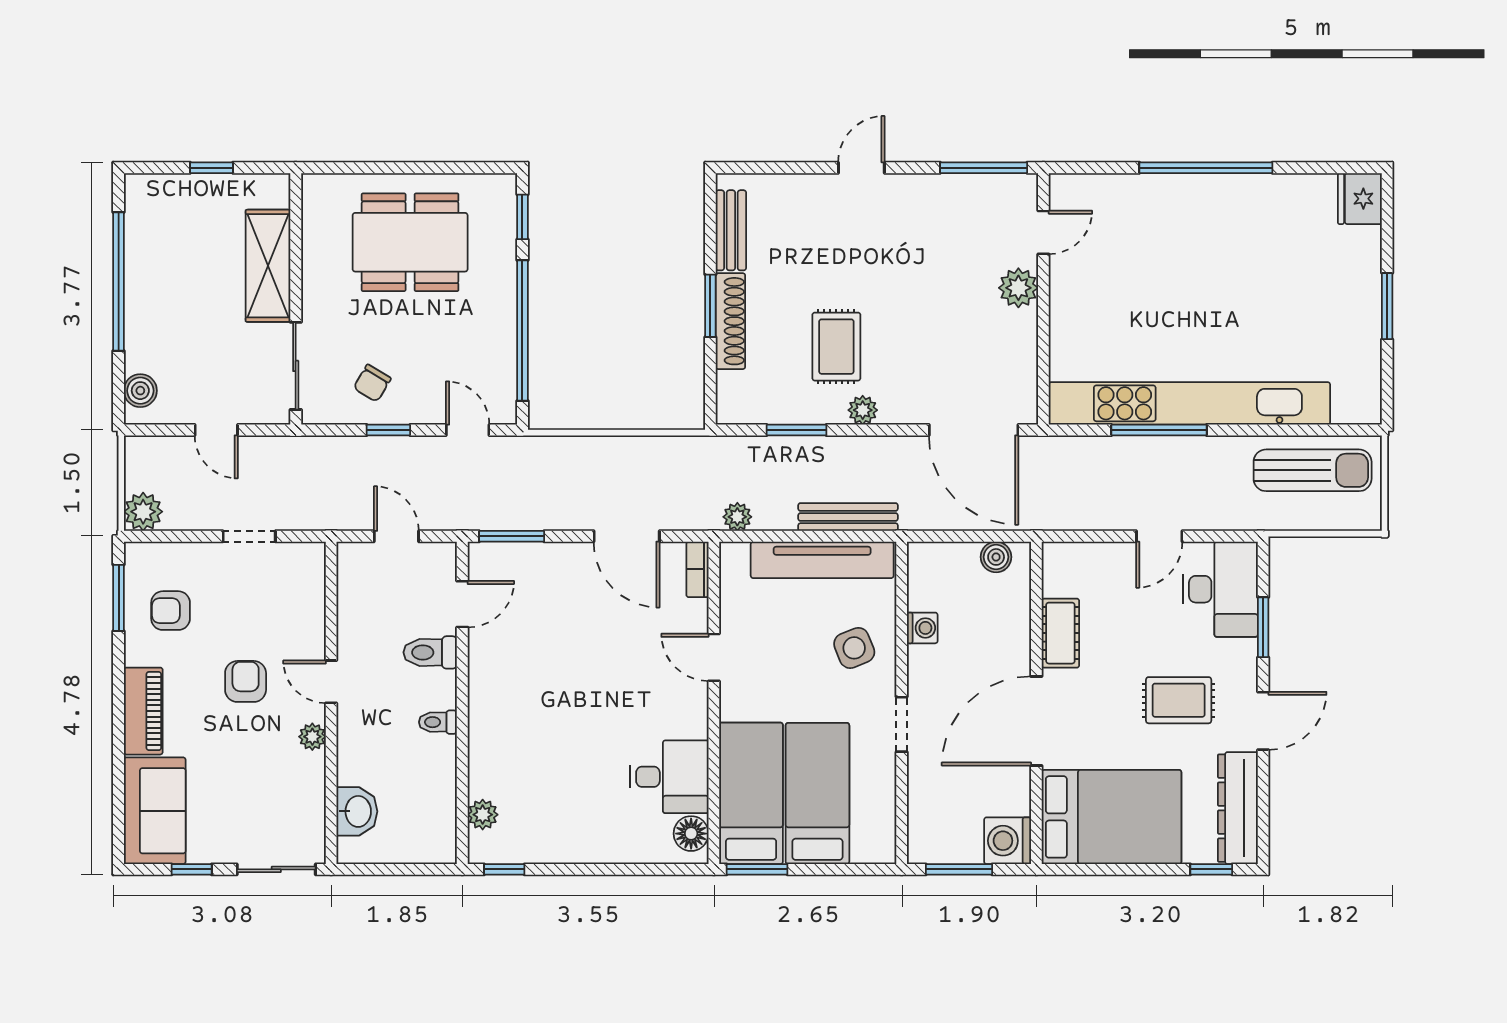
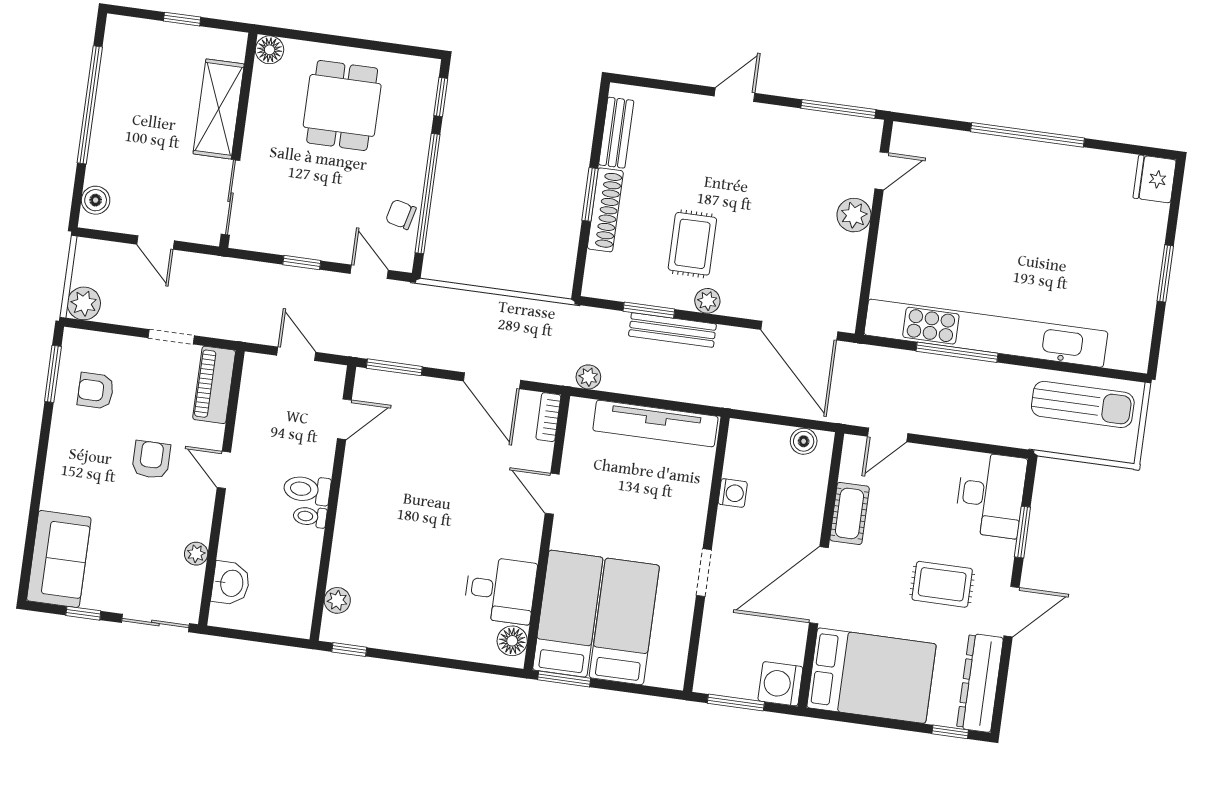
floor lamp: (317, 189) -> (270, 50), added
dining table: (410, 242) -> (342, 105), width x0.73
chair: (372, 383) -> (401, 214), moved, turned 73
bench: (848, 517) -> (672, 330), moved
door: (1159, 536) -> (888, 435), moved
side table: (854, 648) -> (672, 502), removed
toilet: (430, 652) -> (307, 490), moved
piano: (143, 711) -> (214, 385), moved, turned 180
plant: (312, 737) -> (196, 554), moved

